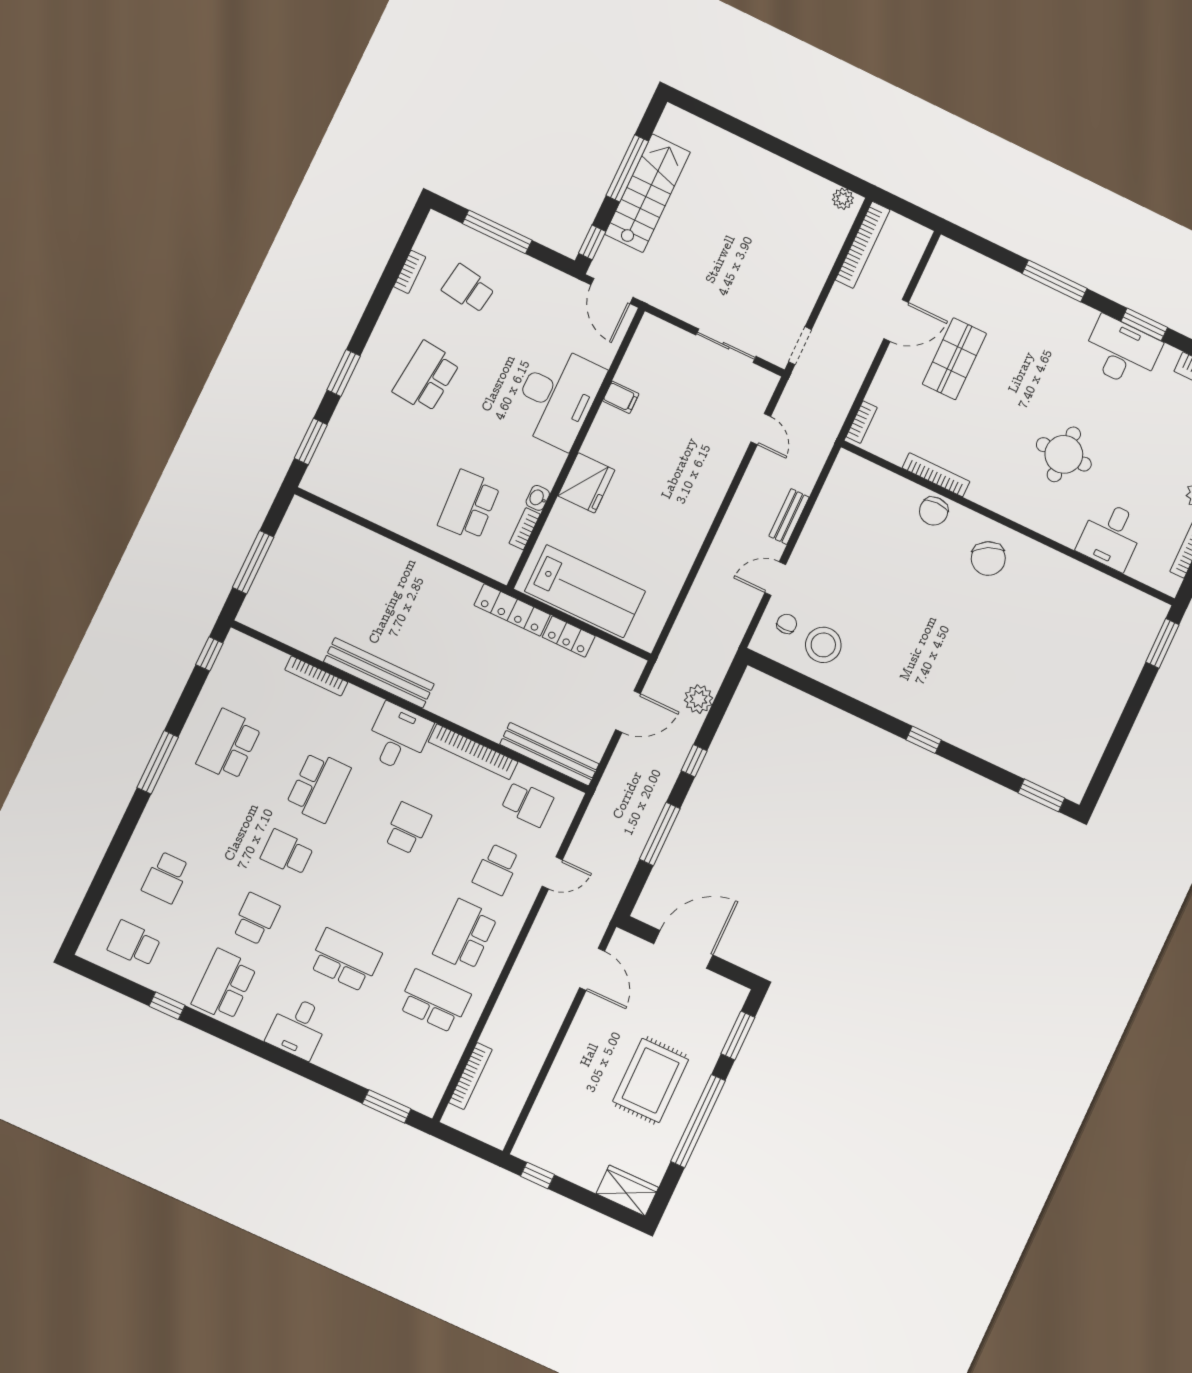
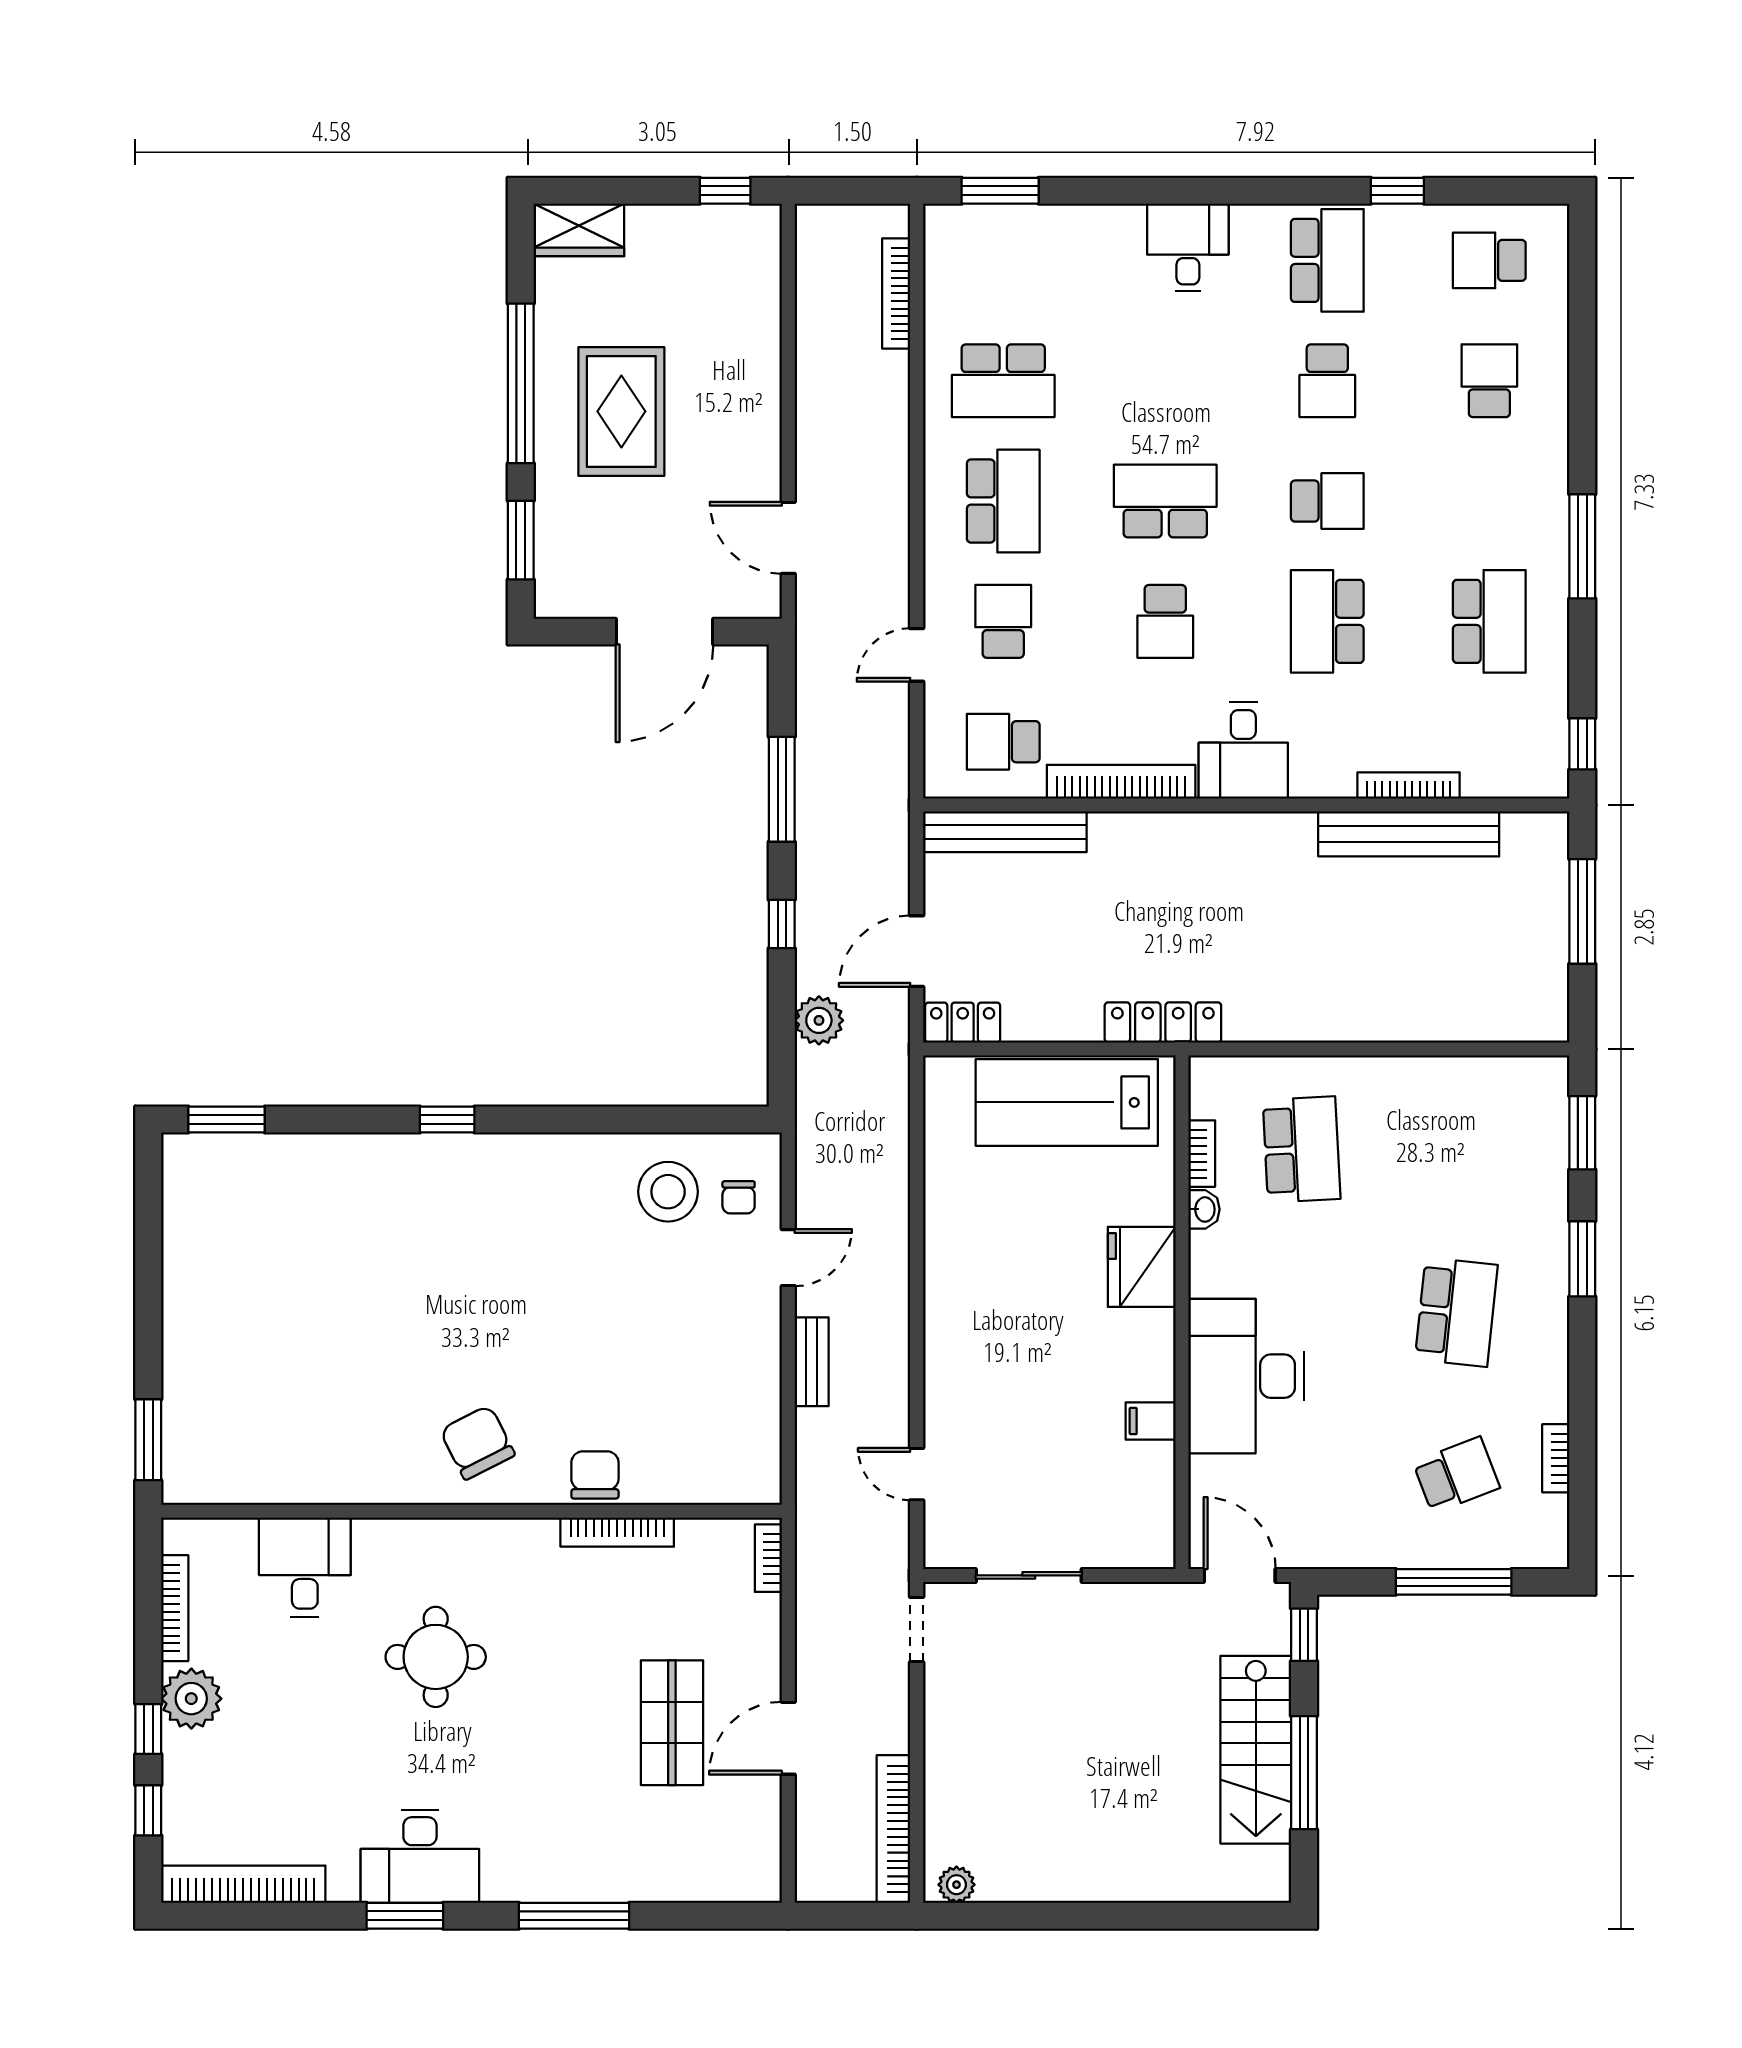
school desk: (468, 289) -> (1456, 1475), turned -30
locker: (569, 637) -> (963, 1023), moved
bench: (379, 673) -> (1409, 834), moved
school desk: (134, 944) -> (1489, 260), turned 180
school desk: (345, 960) -> (1165, 501), moved, turned 180

